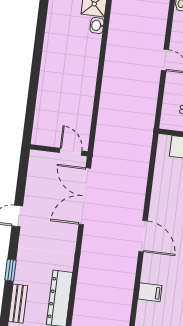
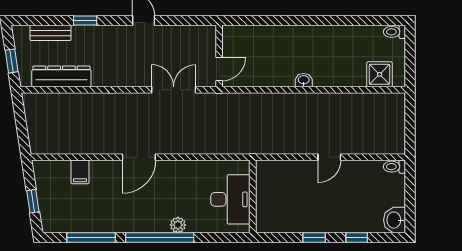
washbasin: (97, 25) -> (304, 80), moved
double door: (85, 196) -> (174, 90), width x0.73

